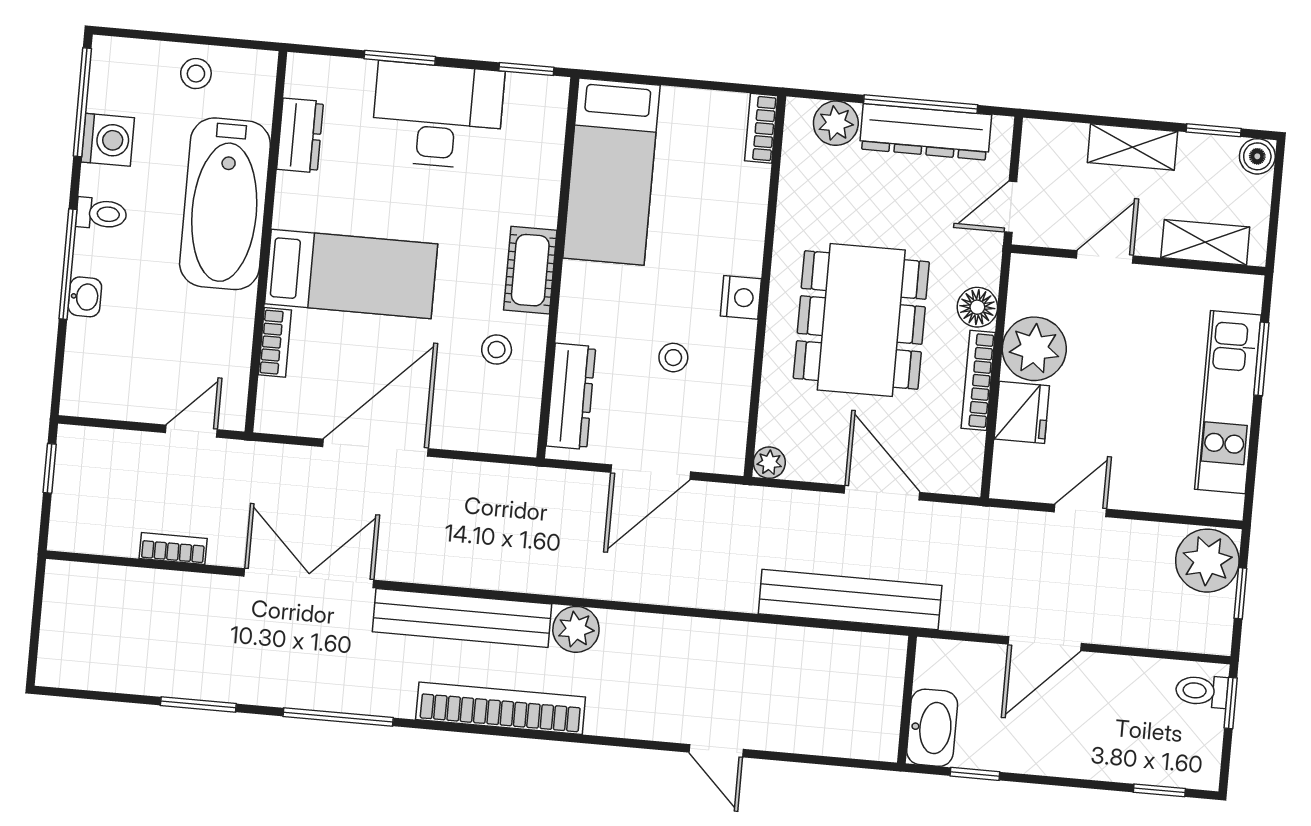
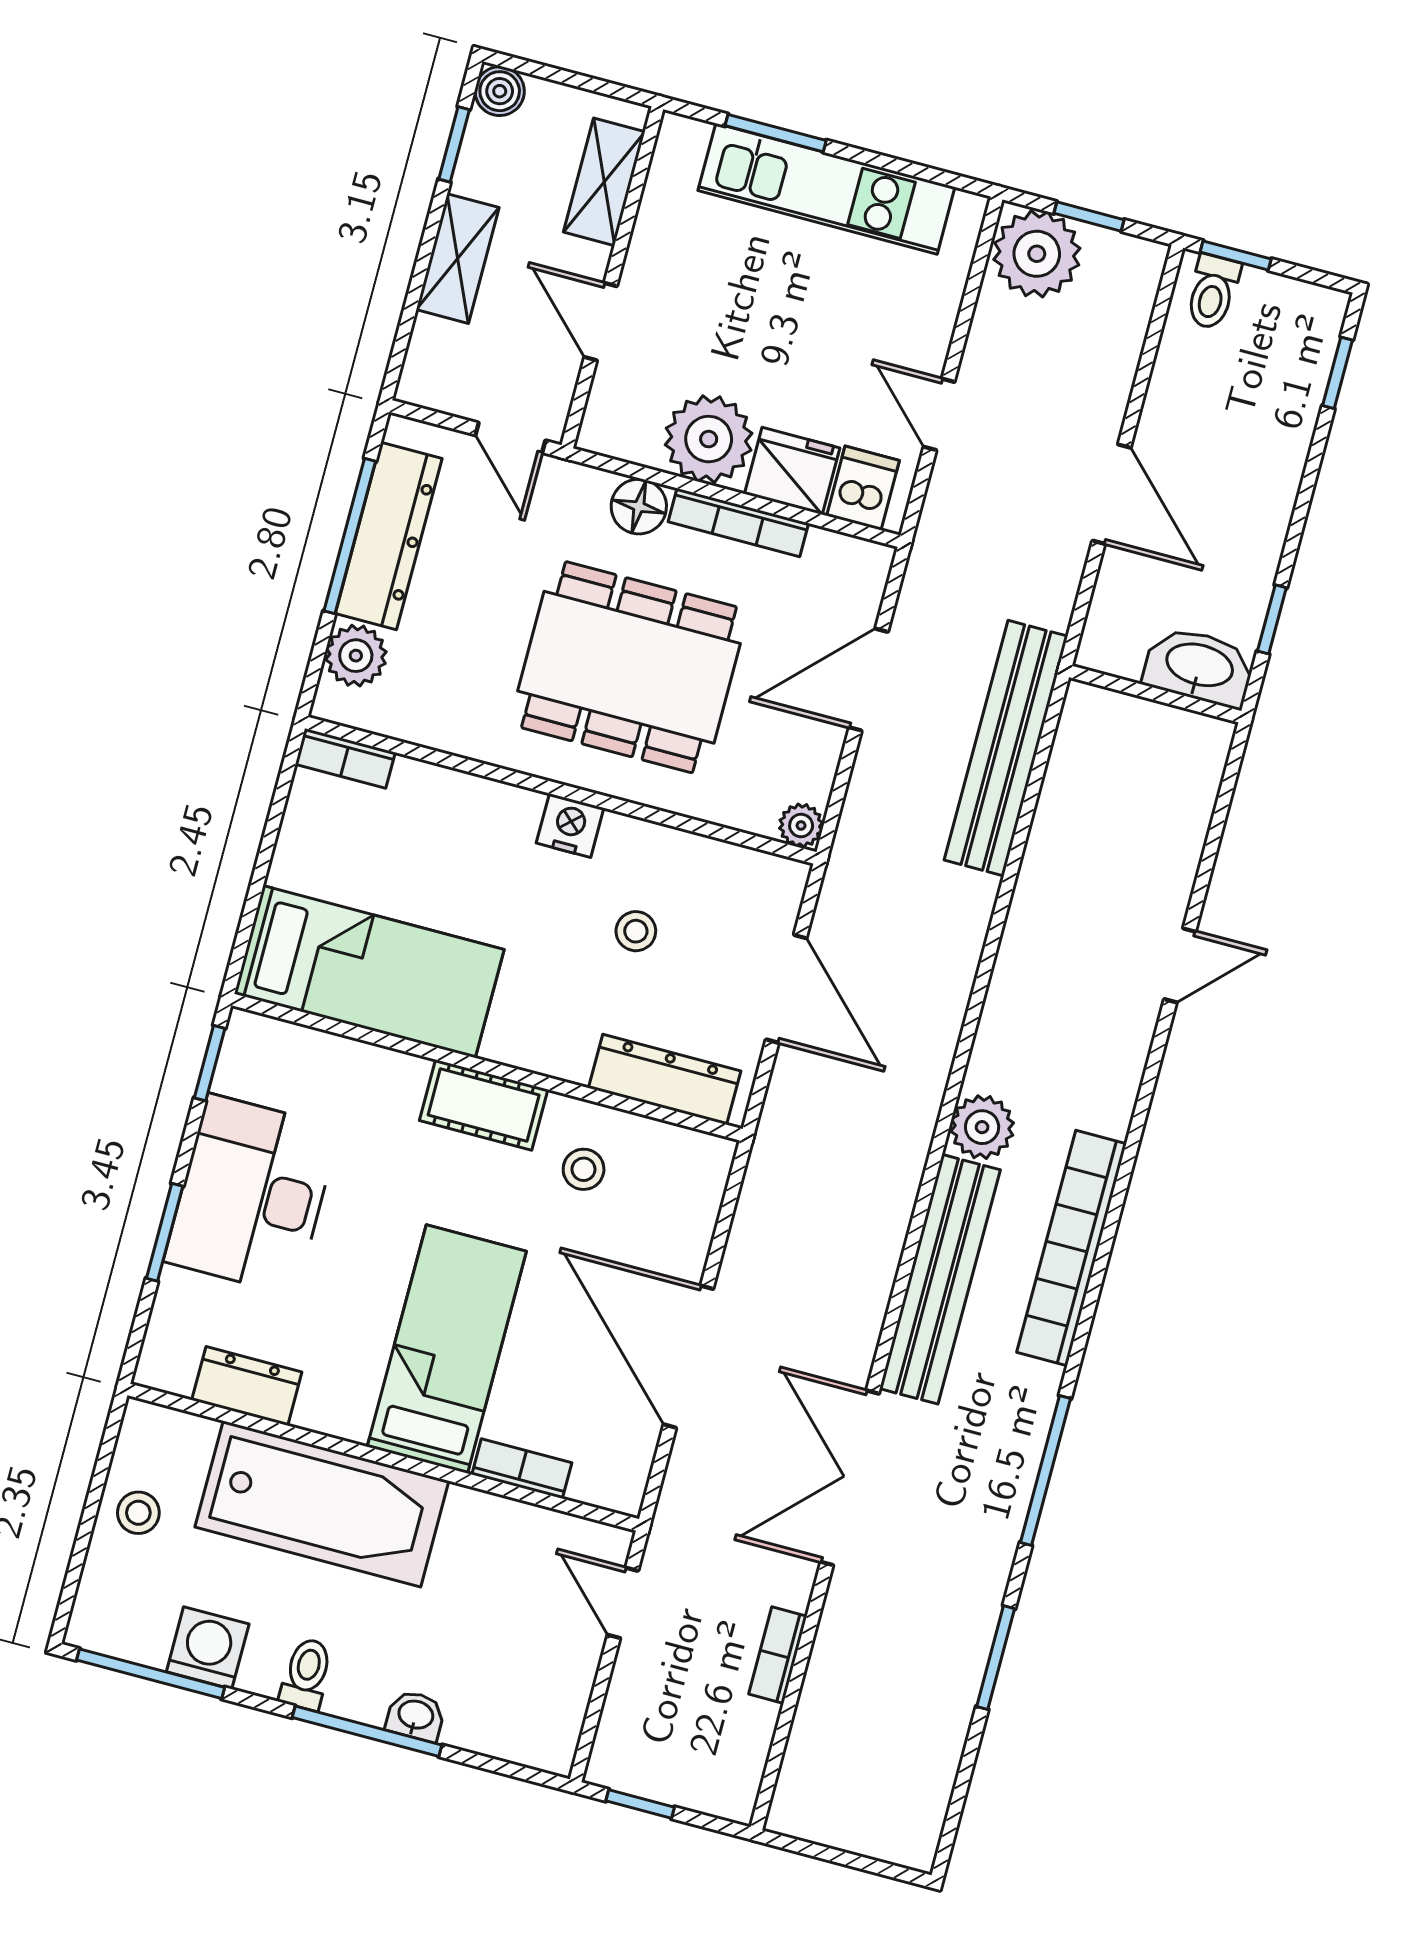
dishwasher: (1018, 465) -> (863, 488), added

